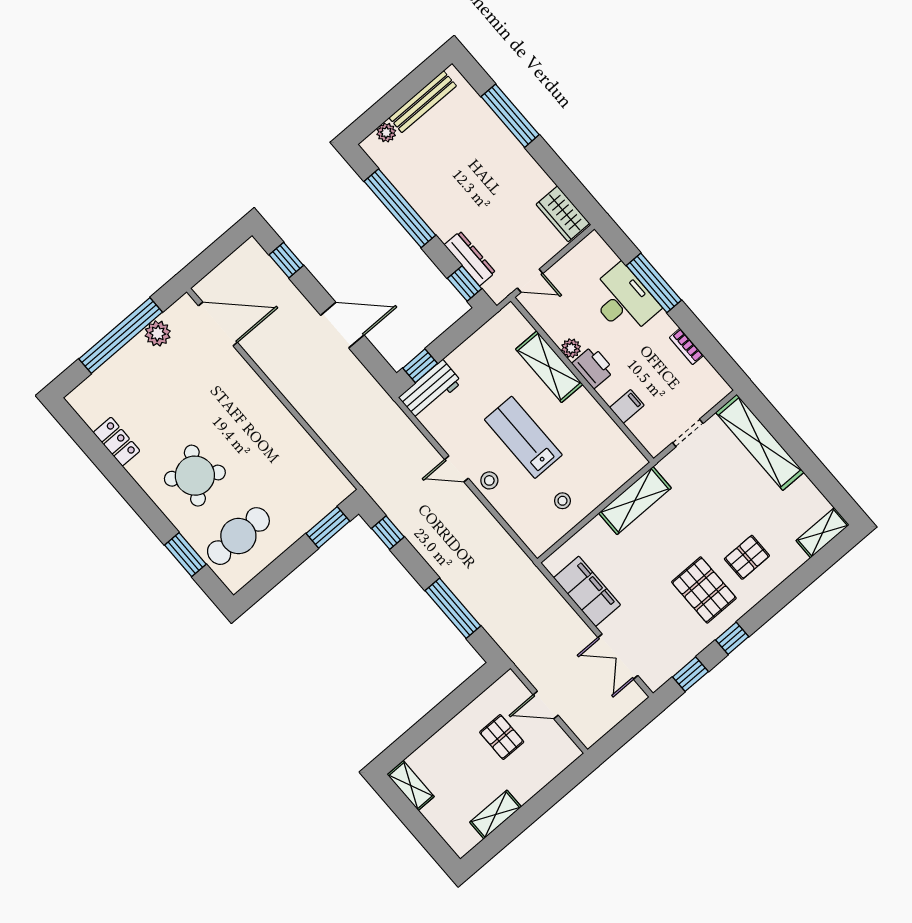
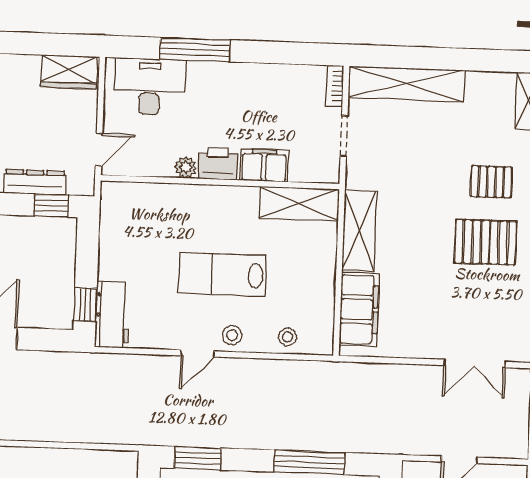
desk: (623, 300) -> (150, 86), moved
bookcase: (686, 346) -> (335, 86), moved, turned 90
shelving: (549, 367) -> (299, 204), moved
filing cabinet: (627, 406) -> (264, 165), width x2.00
stool: (562, 501) -> (288, 337), moved
window: (388, 533) -> (198, 458), width x1.50
pallet: (747, 557) -> (491, 182), turned 90
filing cabinet: (587, 591) -> (359, 309), moved, turned 90

